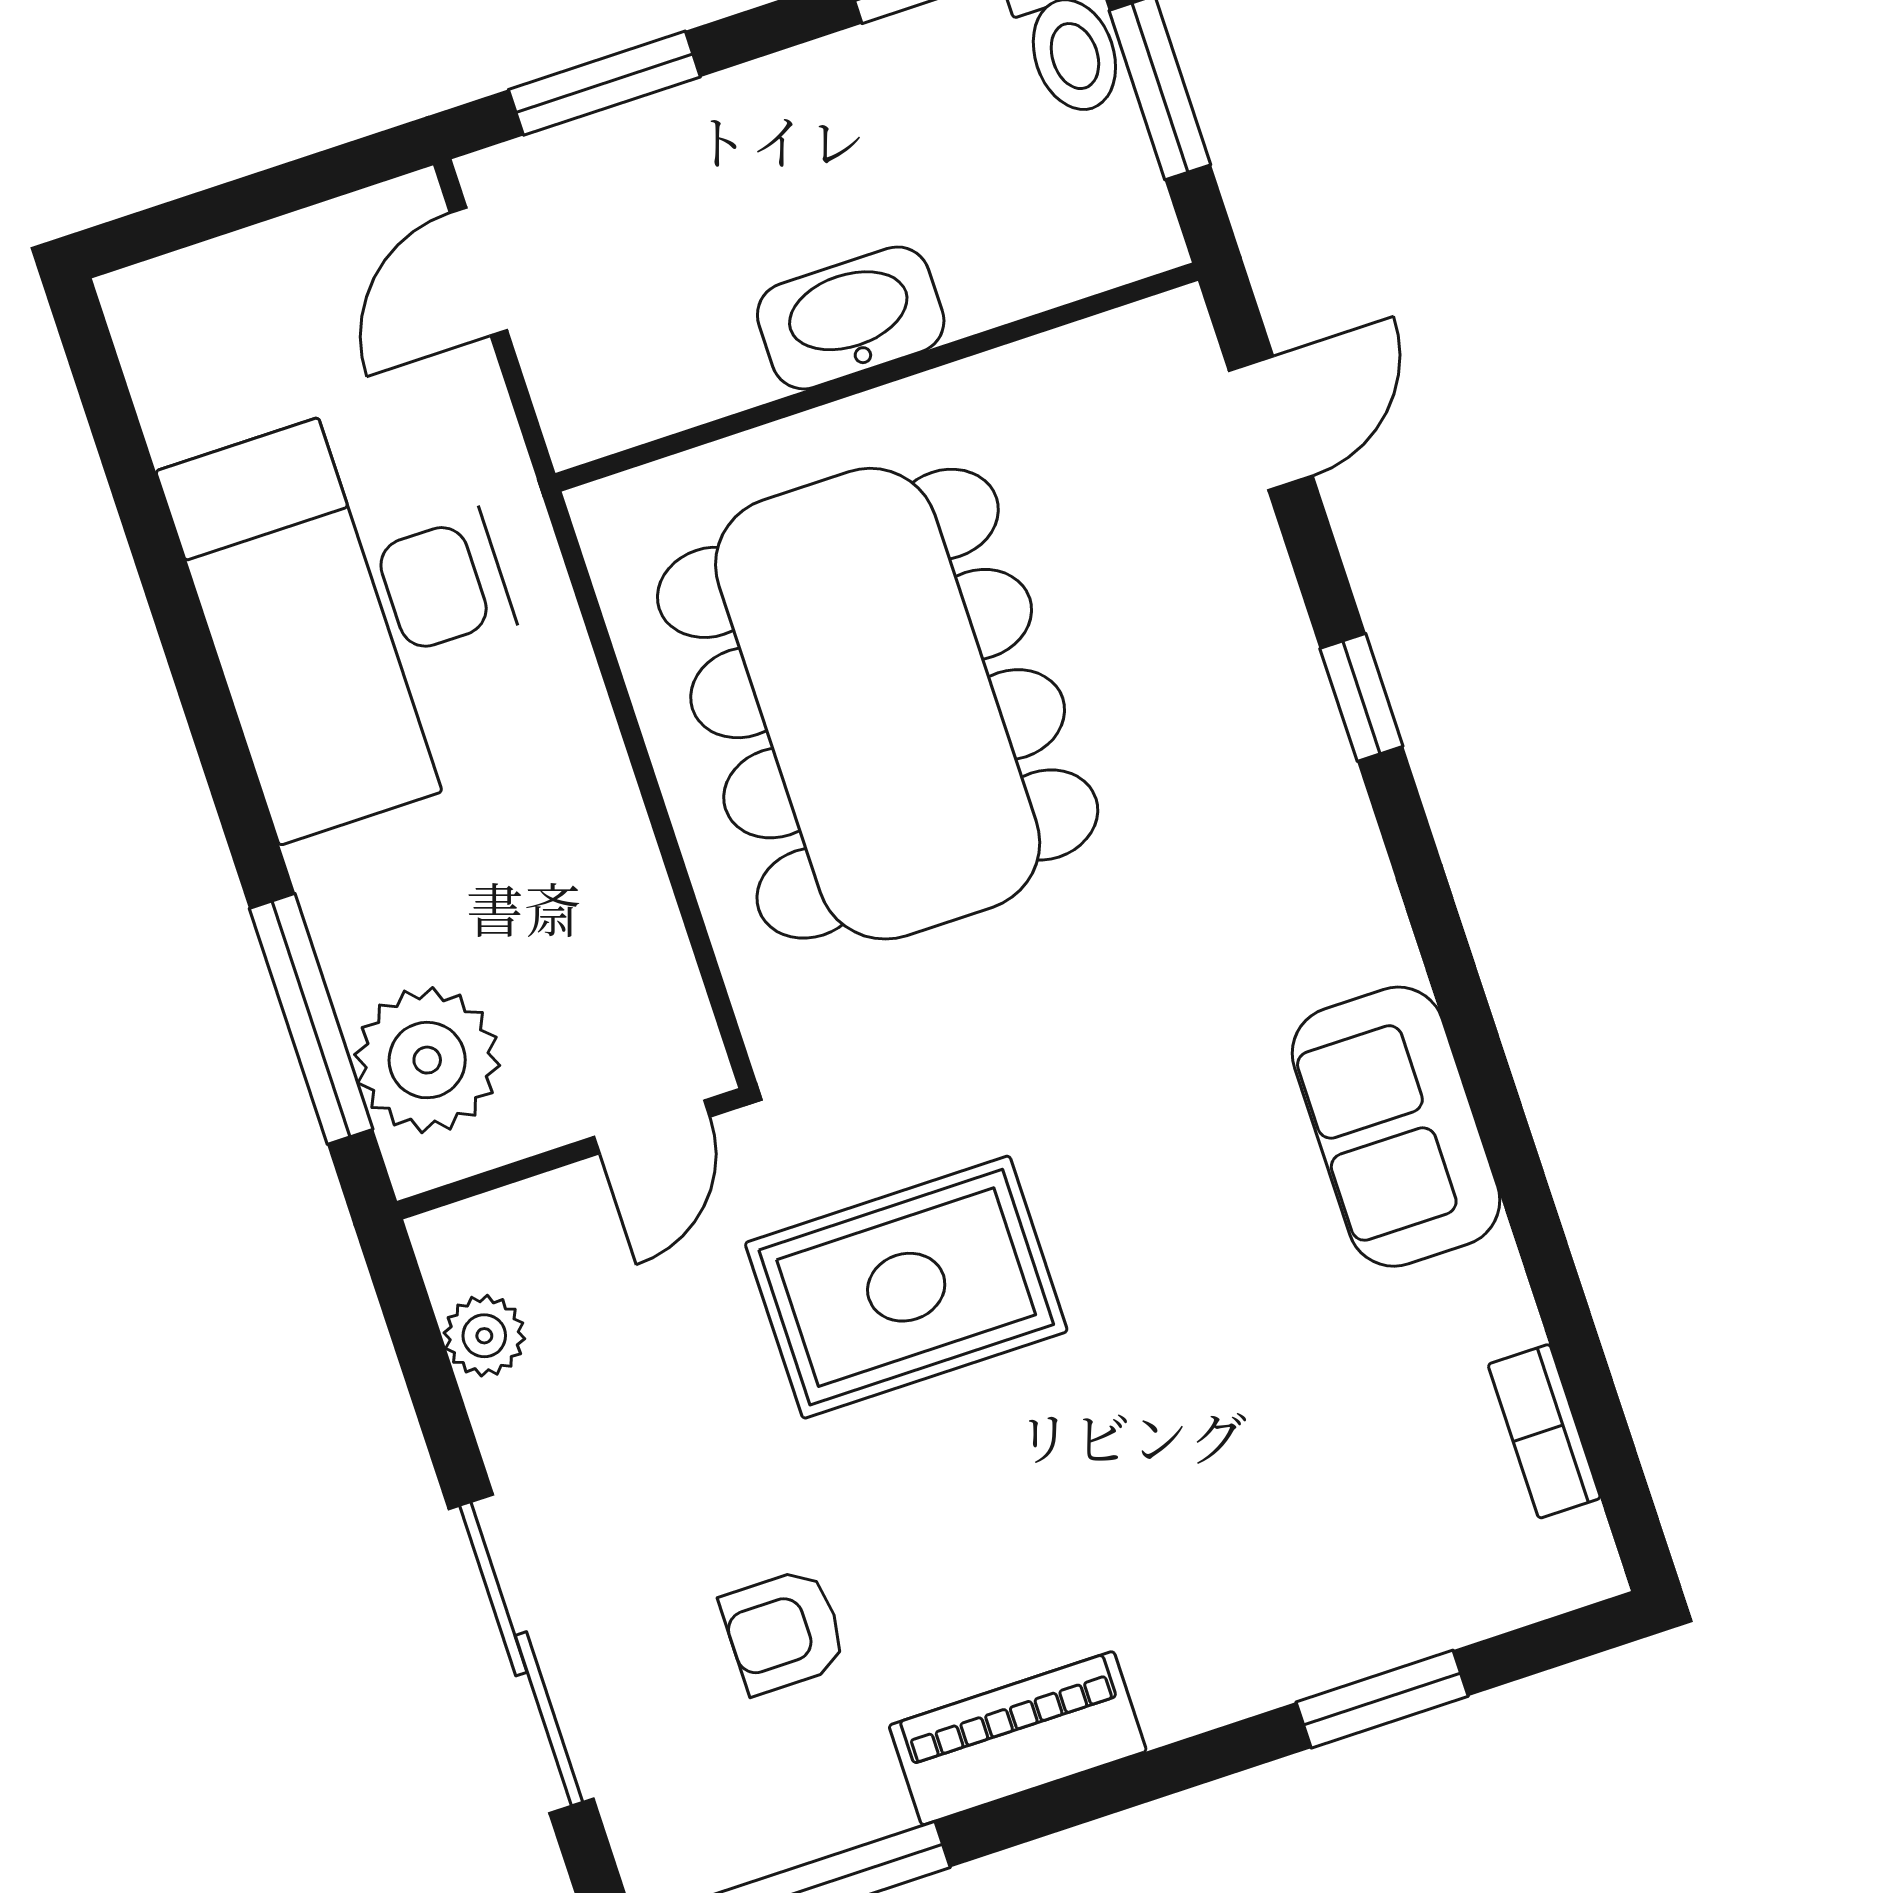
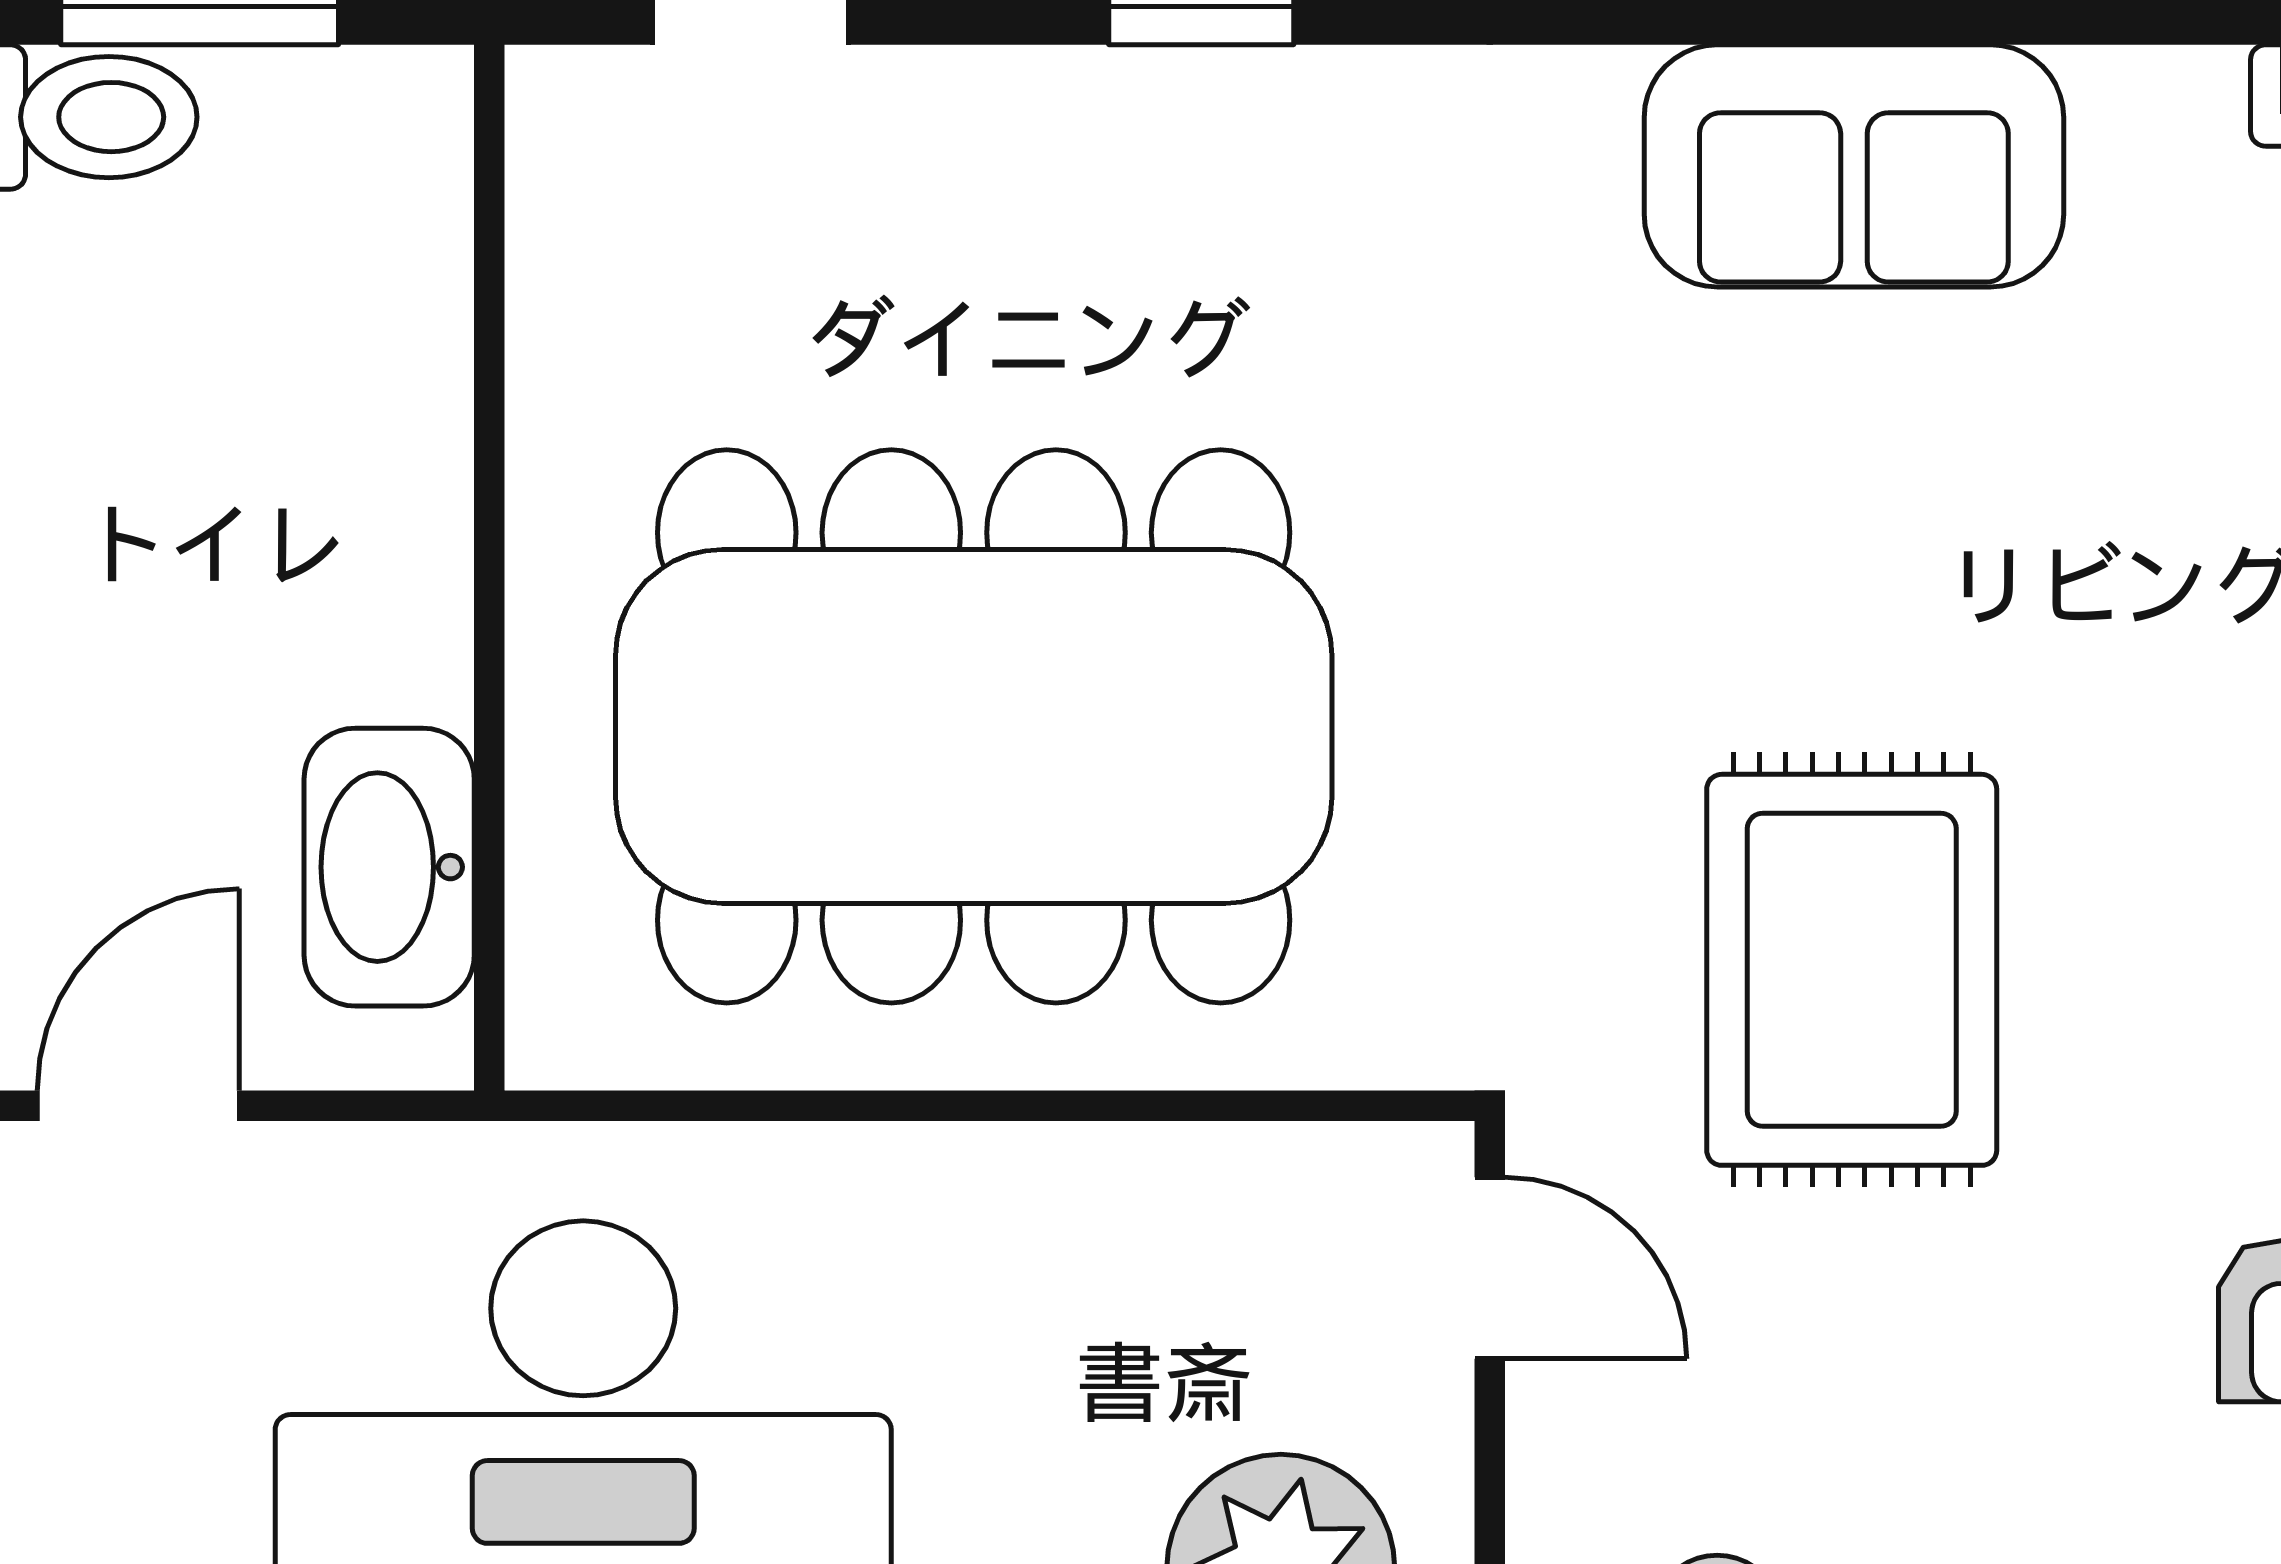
door: (479, 272) -> (138, 1106), swing flipped
washbasin: (851, 318) -> (389, 867), moved

